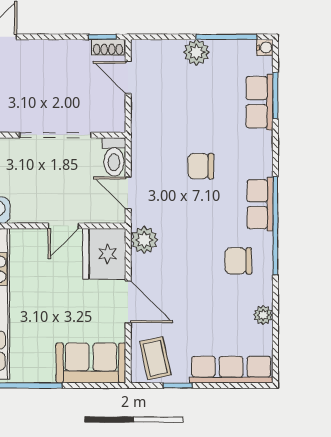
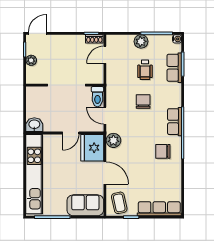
door: (128, 78) -> (105, 55), hinge flipped
wheelchair: (204, 106) -> (145, 70), added
chair: (201, 166) -> (143, 102), turned 90
plant: (263, 315) -> (176, 180), removed

